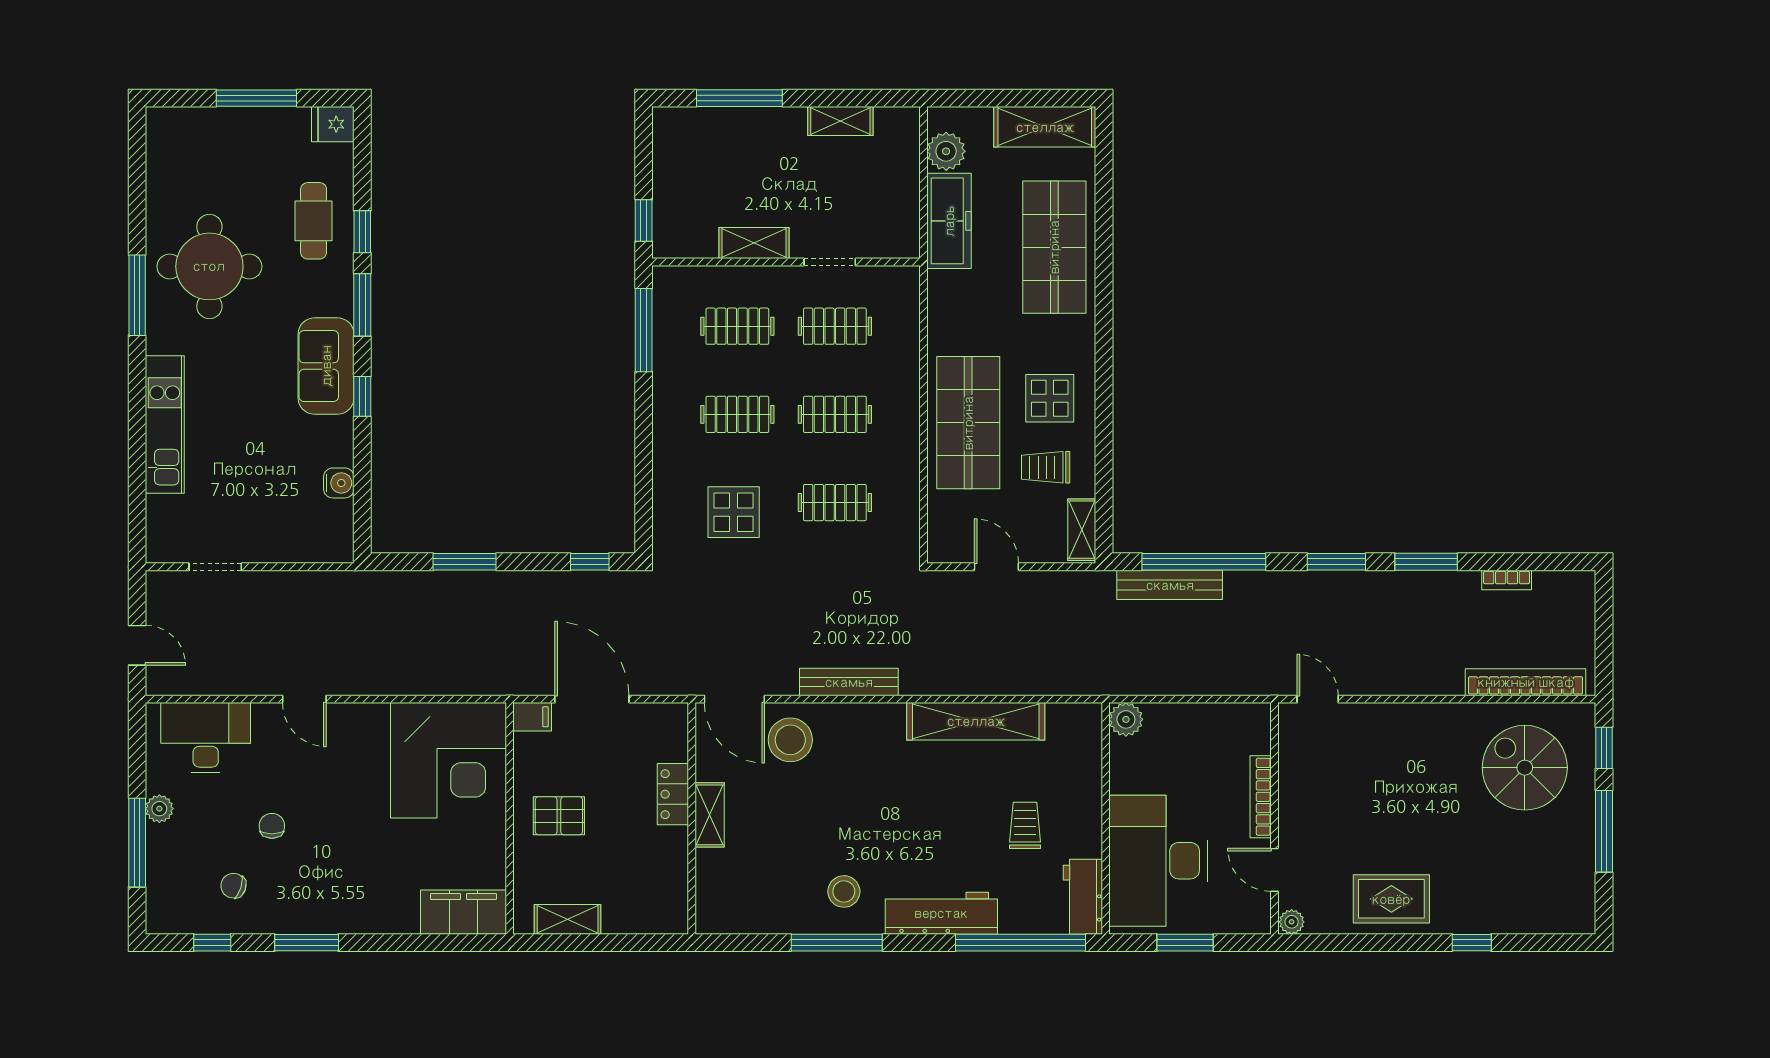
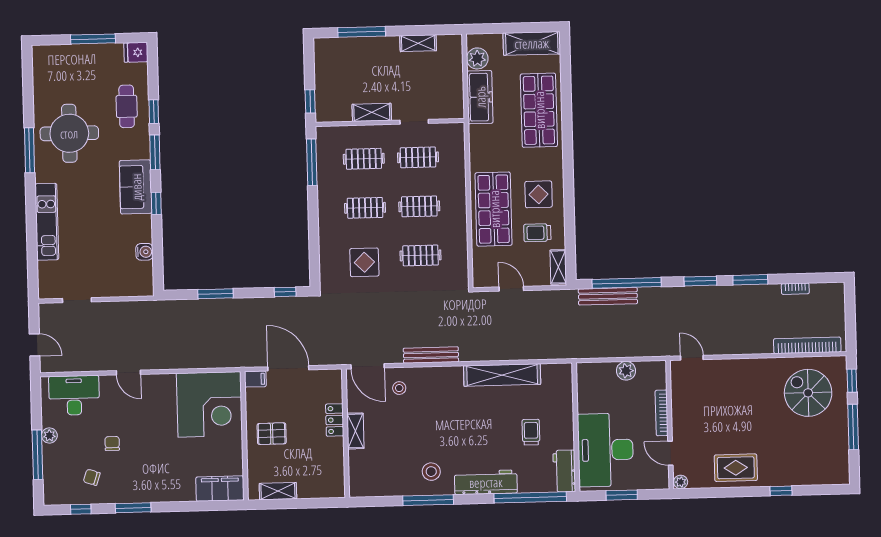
plant: (1126, 719) -> (626, 371), moved
stool: (790, 740) -> (399, 388), width x0.53, depth x0.53

